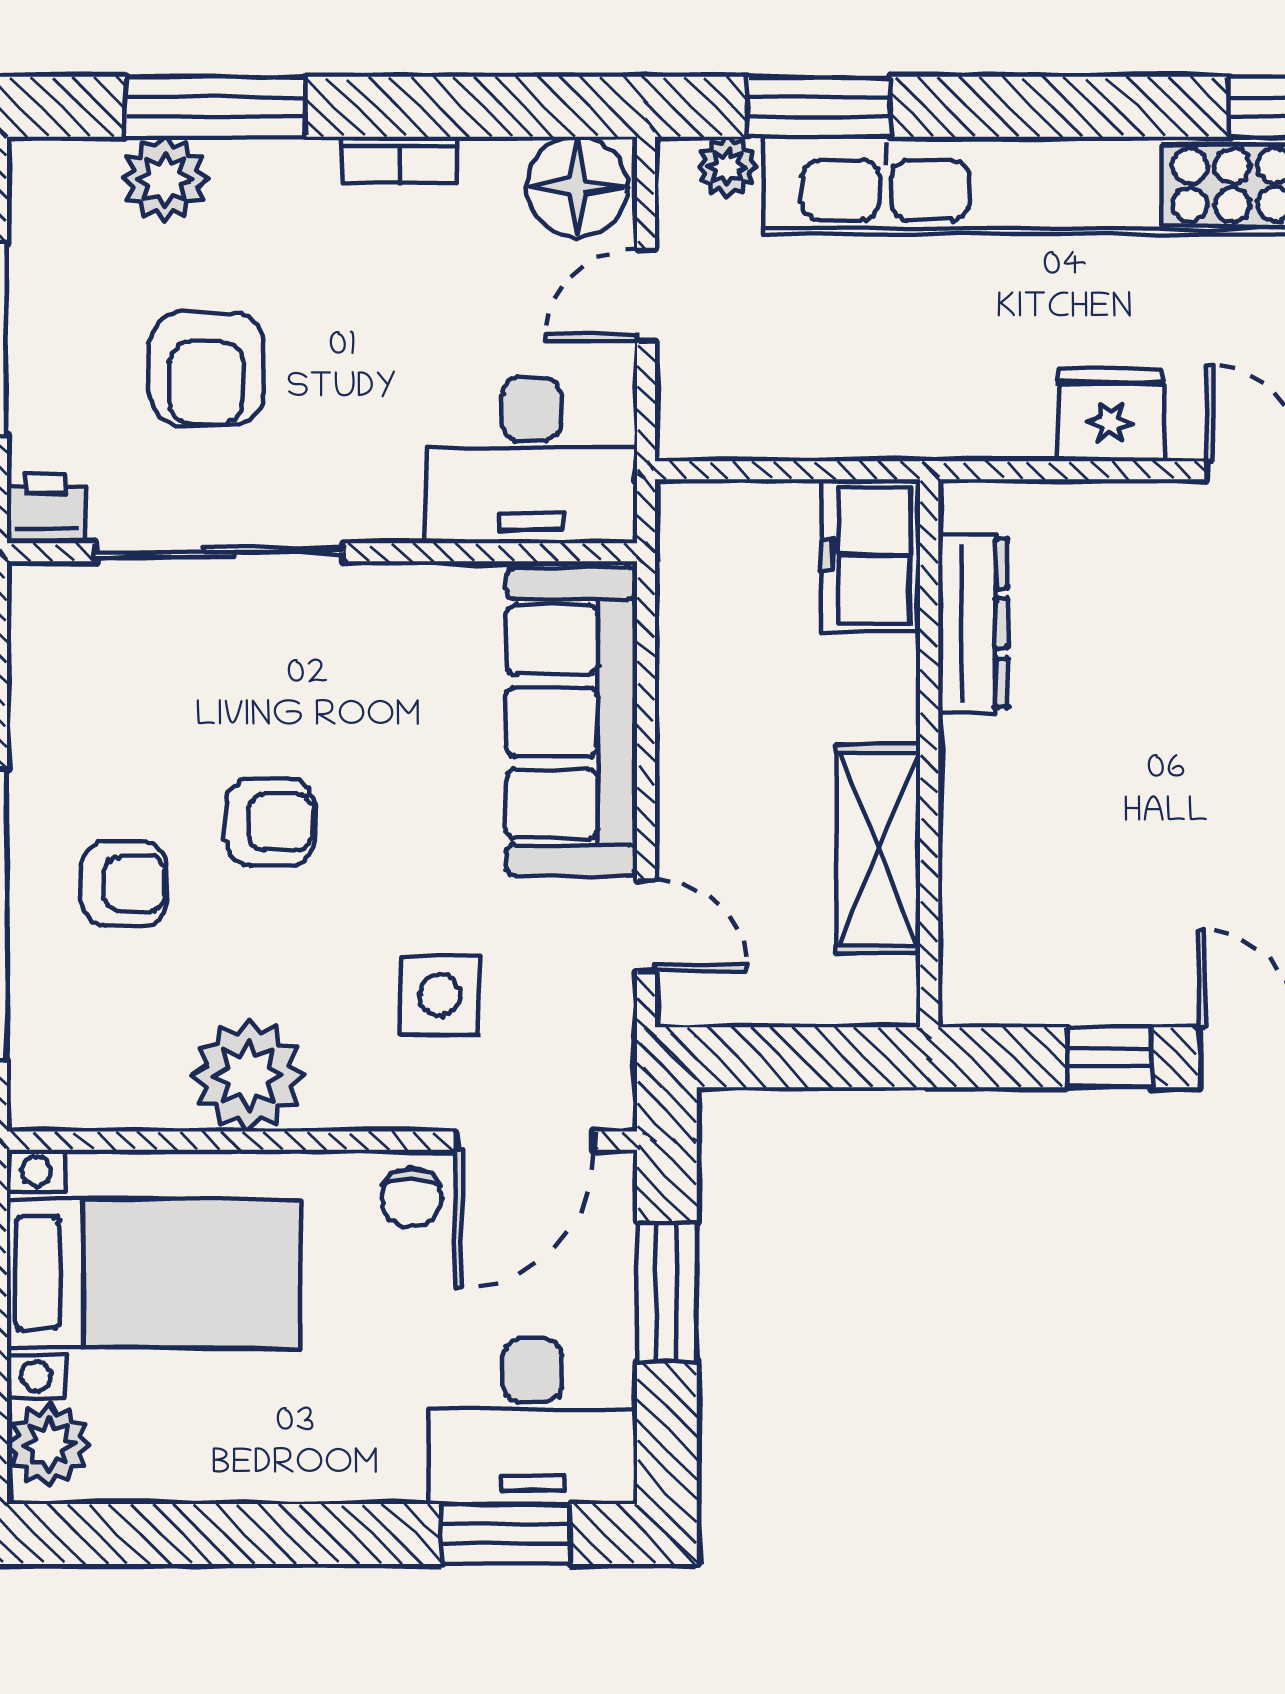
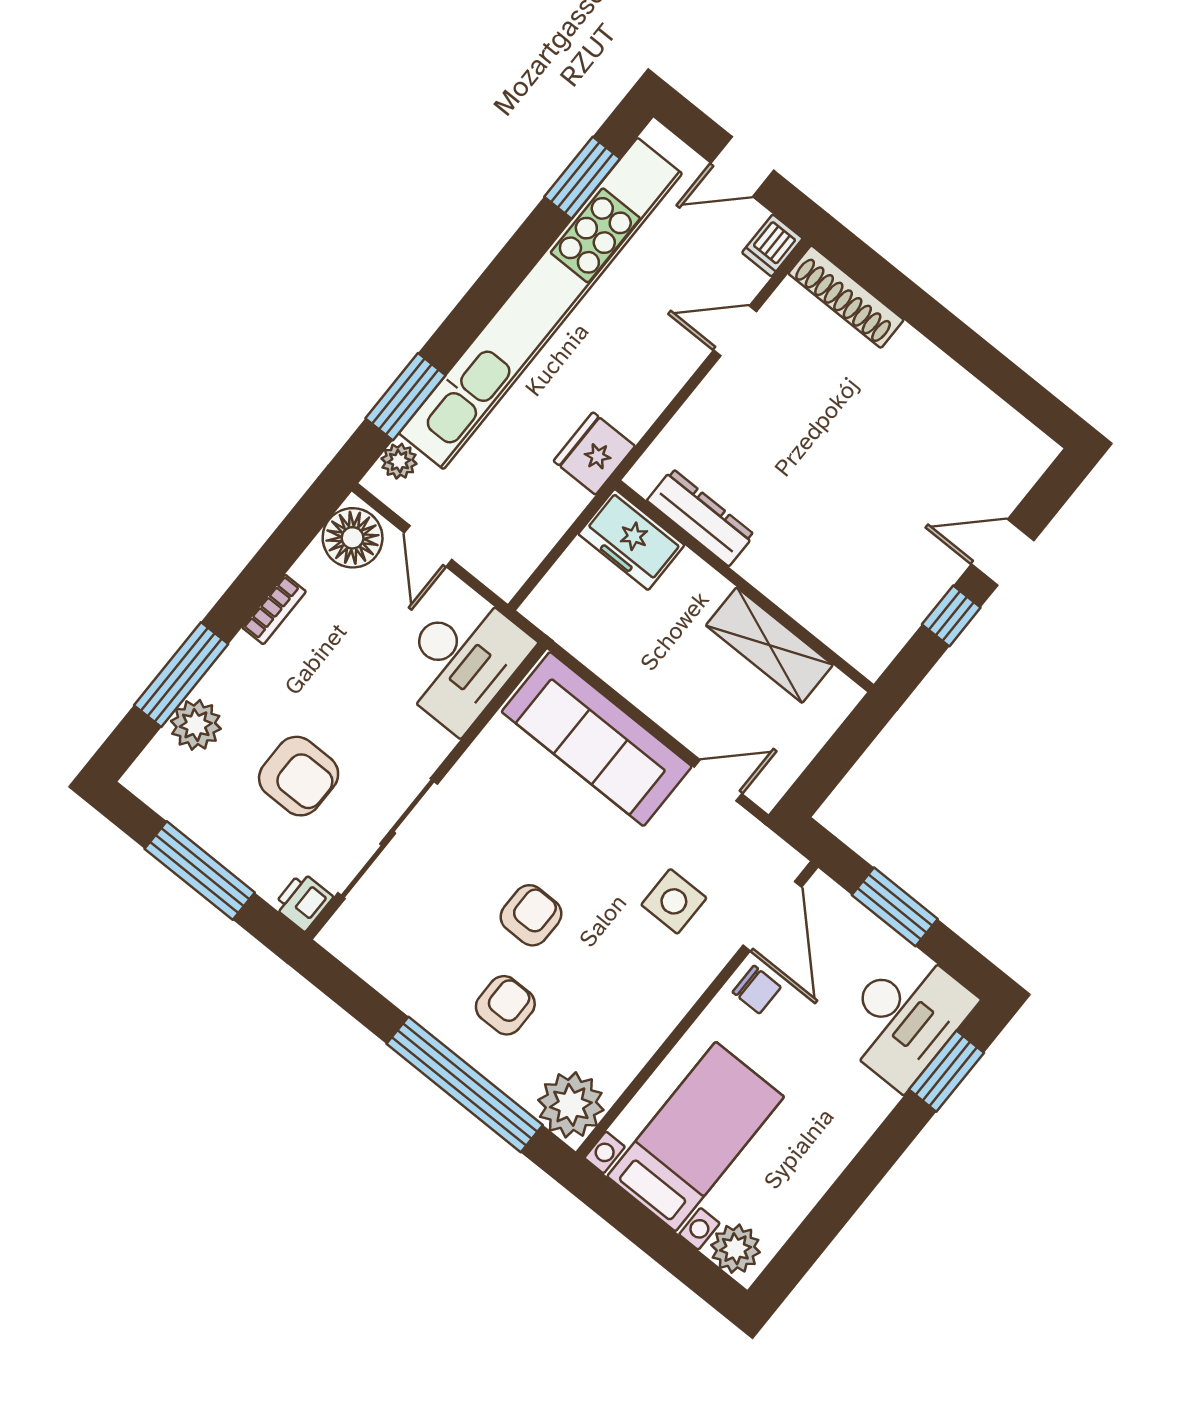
fridge: (1110, 415) -> (594, 453), moved
plant: (248, 1076) -> (571, 1105), moved

